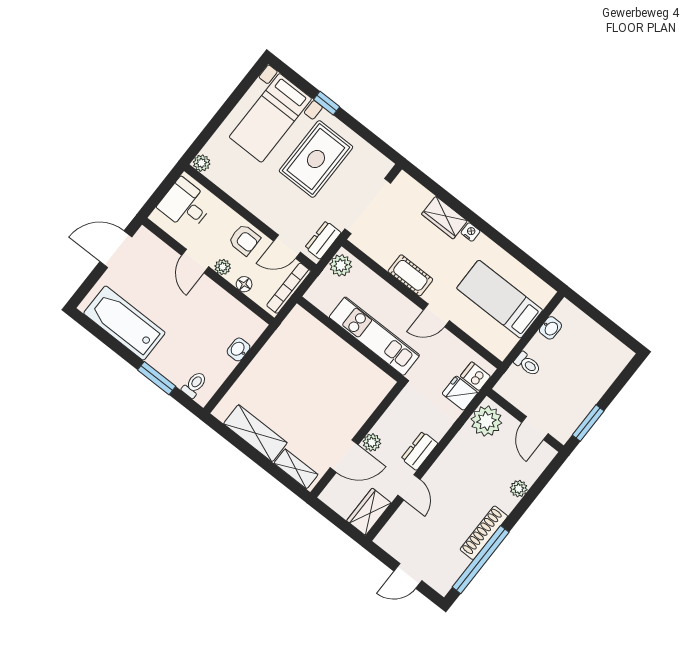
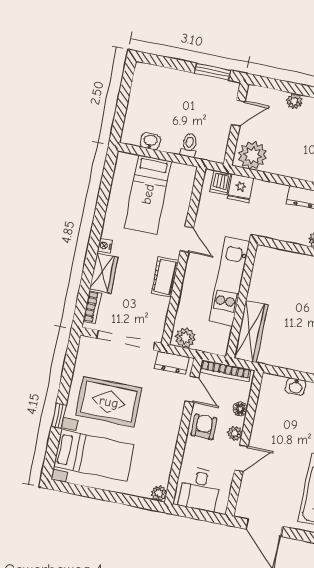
bookcase: (417, 190) -> (92, 307), added
wardrobe: (314, 333) -> (251, 332), added

